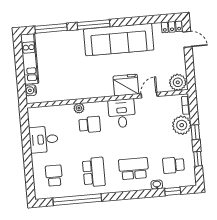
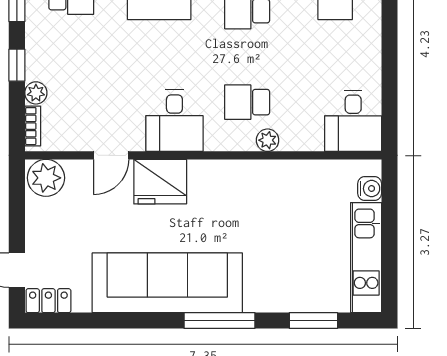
window: (51, 28) -> (313, 321), width x0.69
plant: (182, 125) -> (36, 93), width x0.53, depth x0.53
desk: (44, 139) -> (353, 121), moved, turned 90

